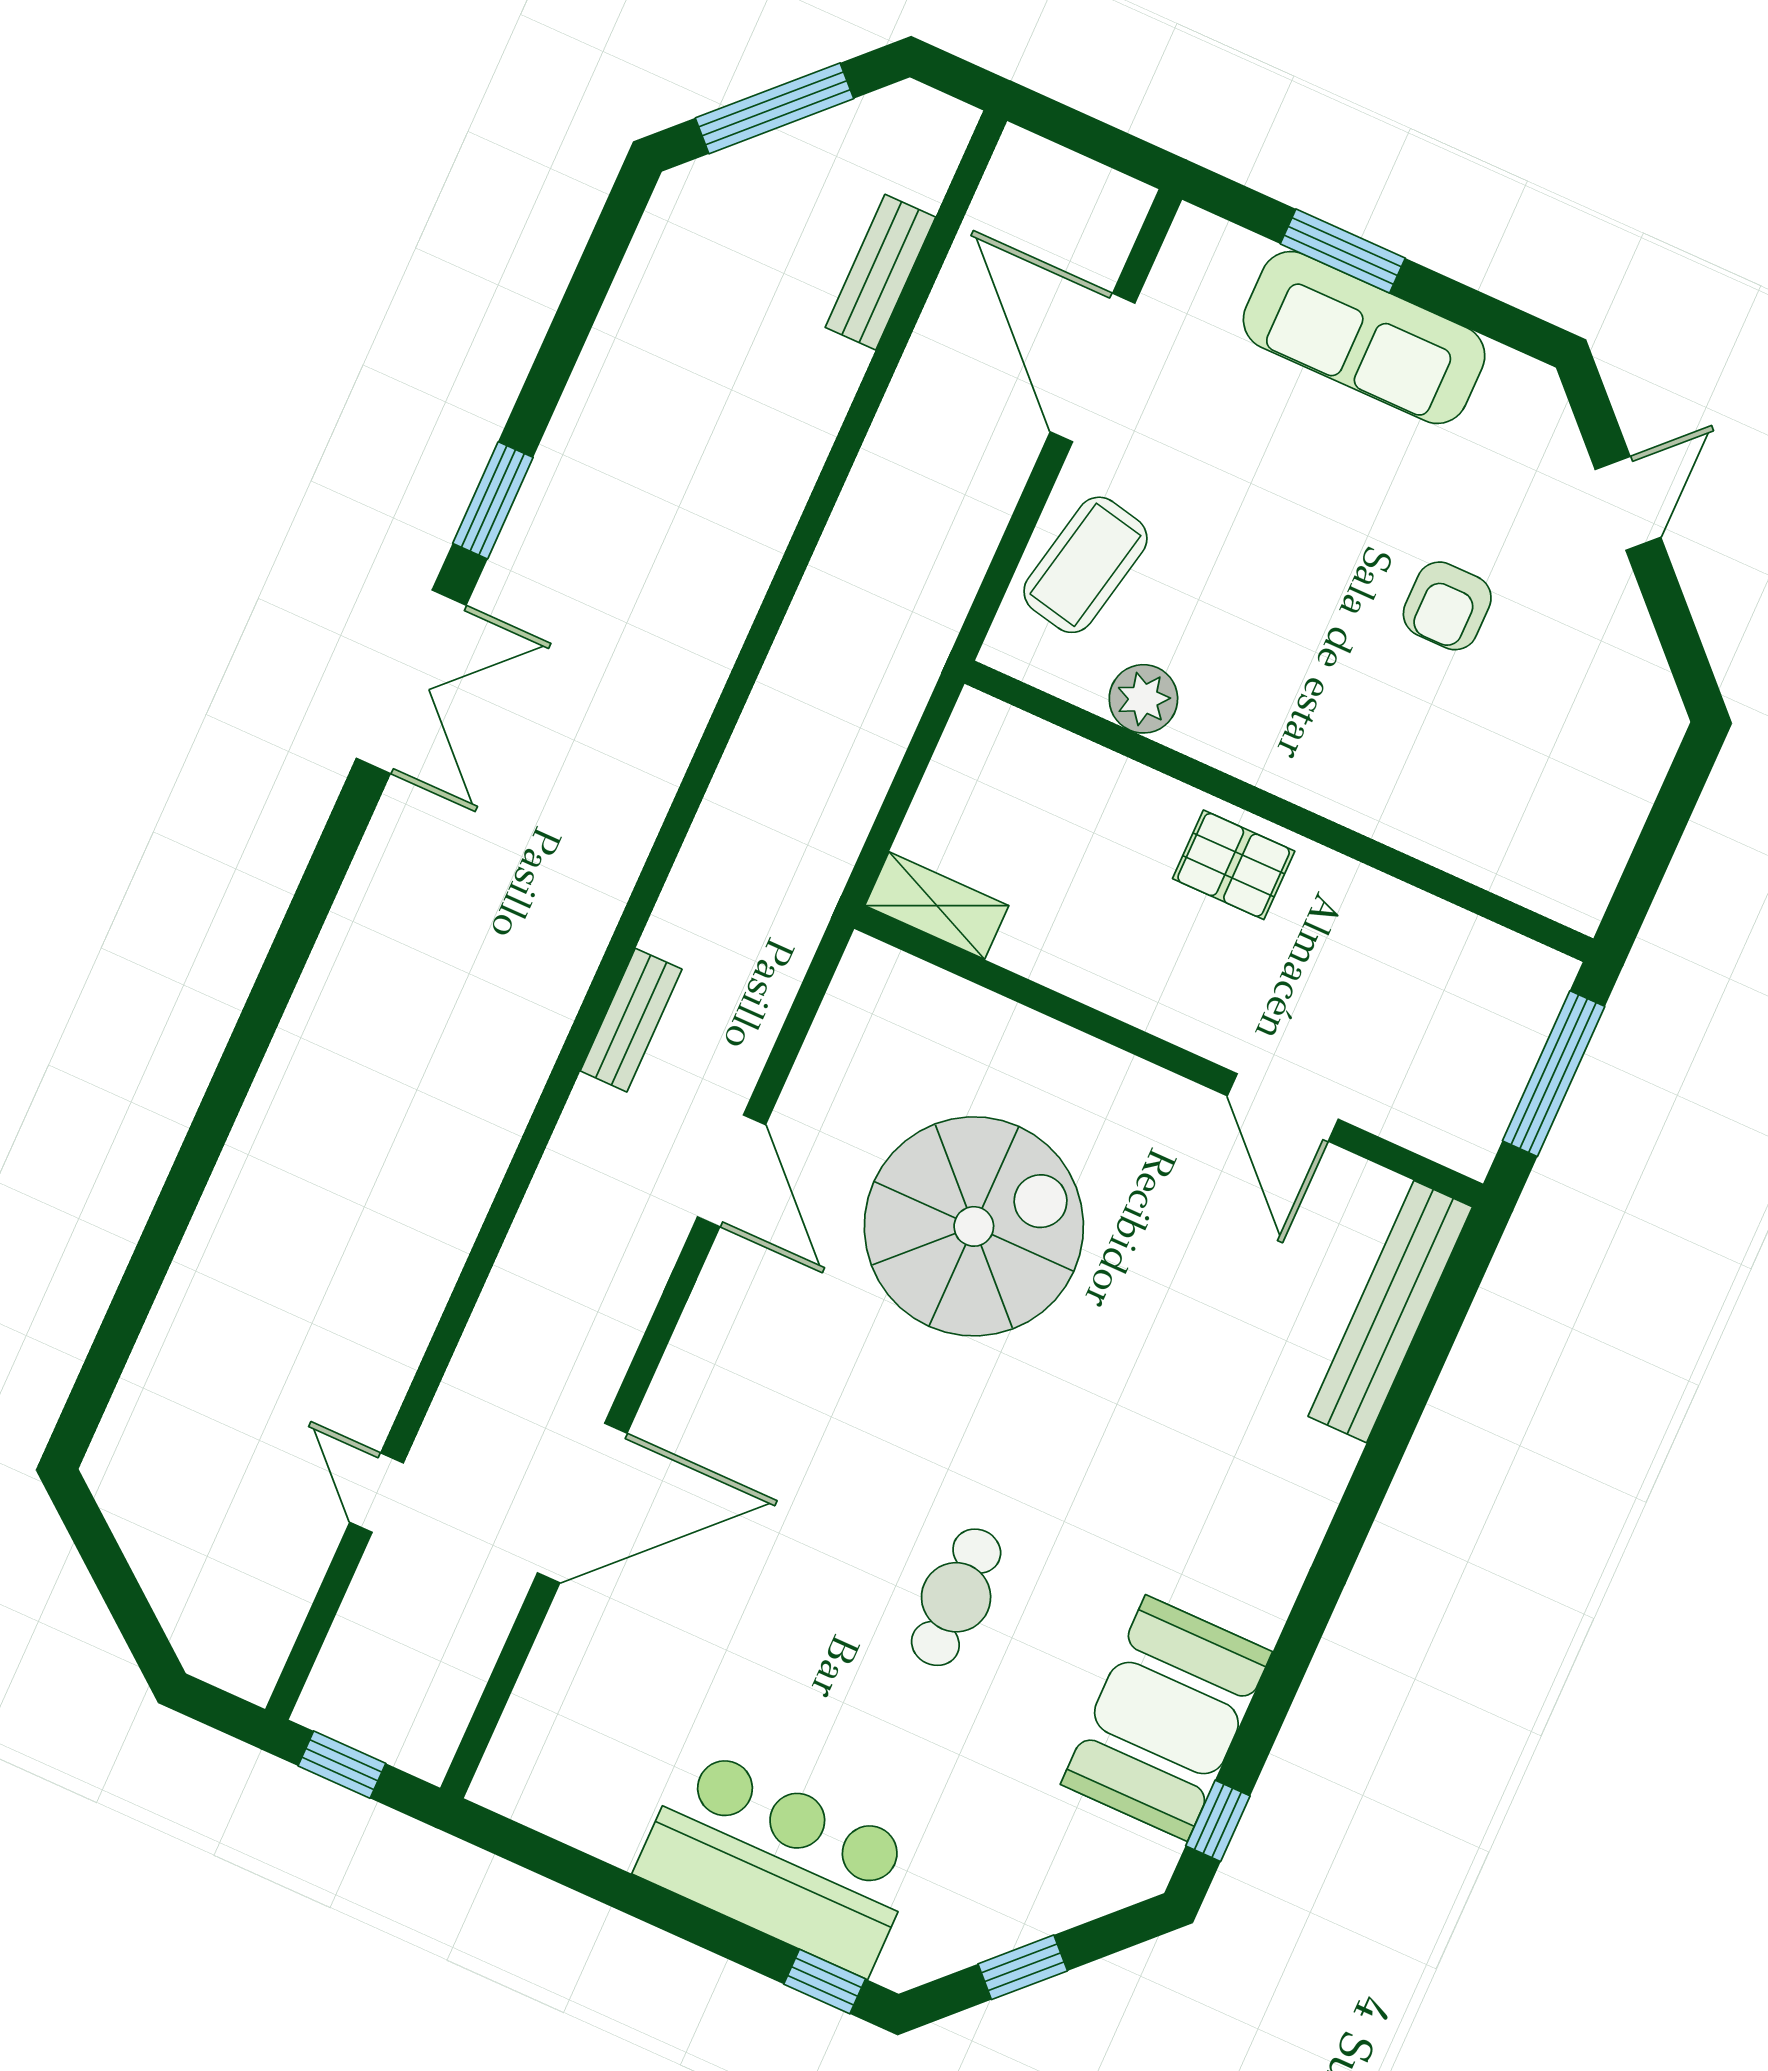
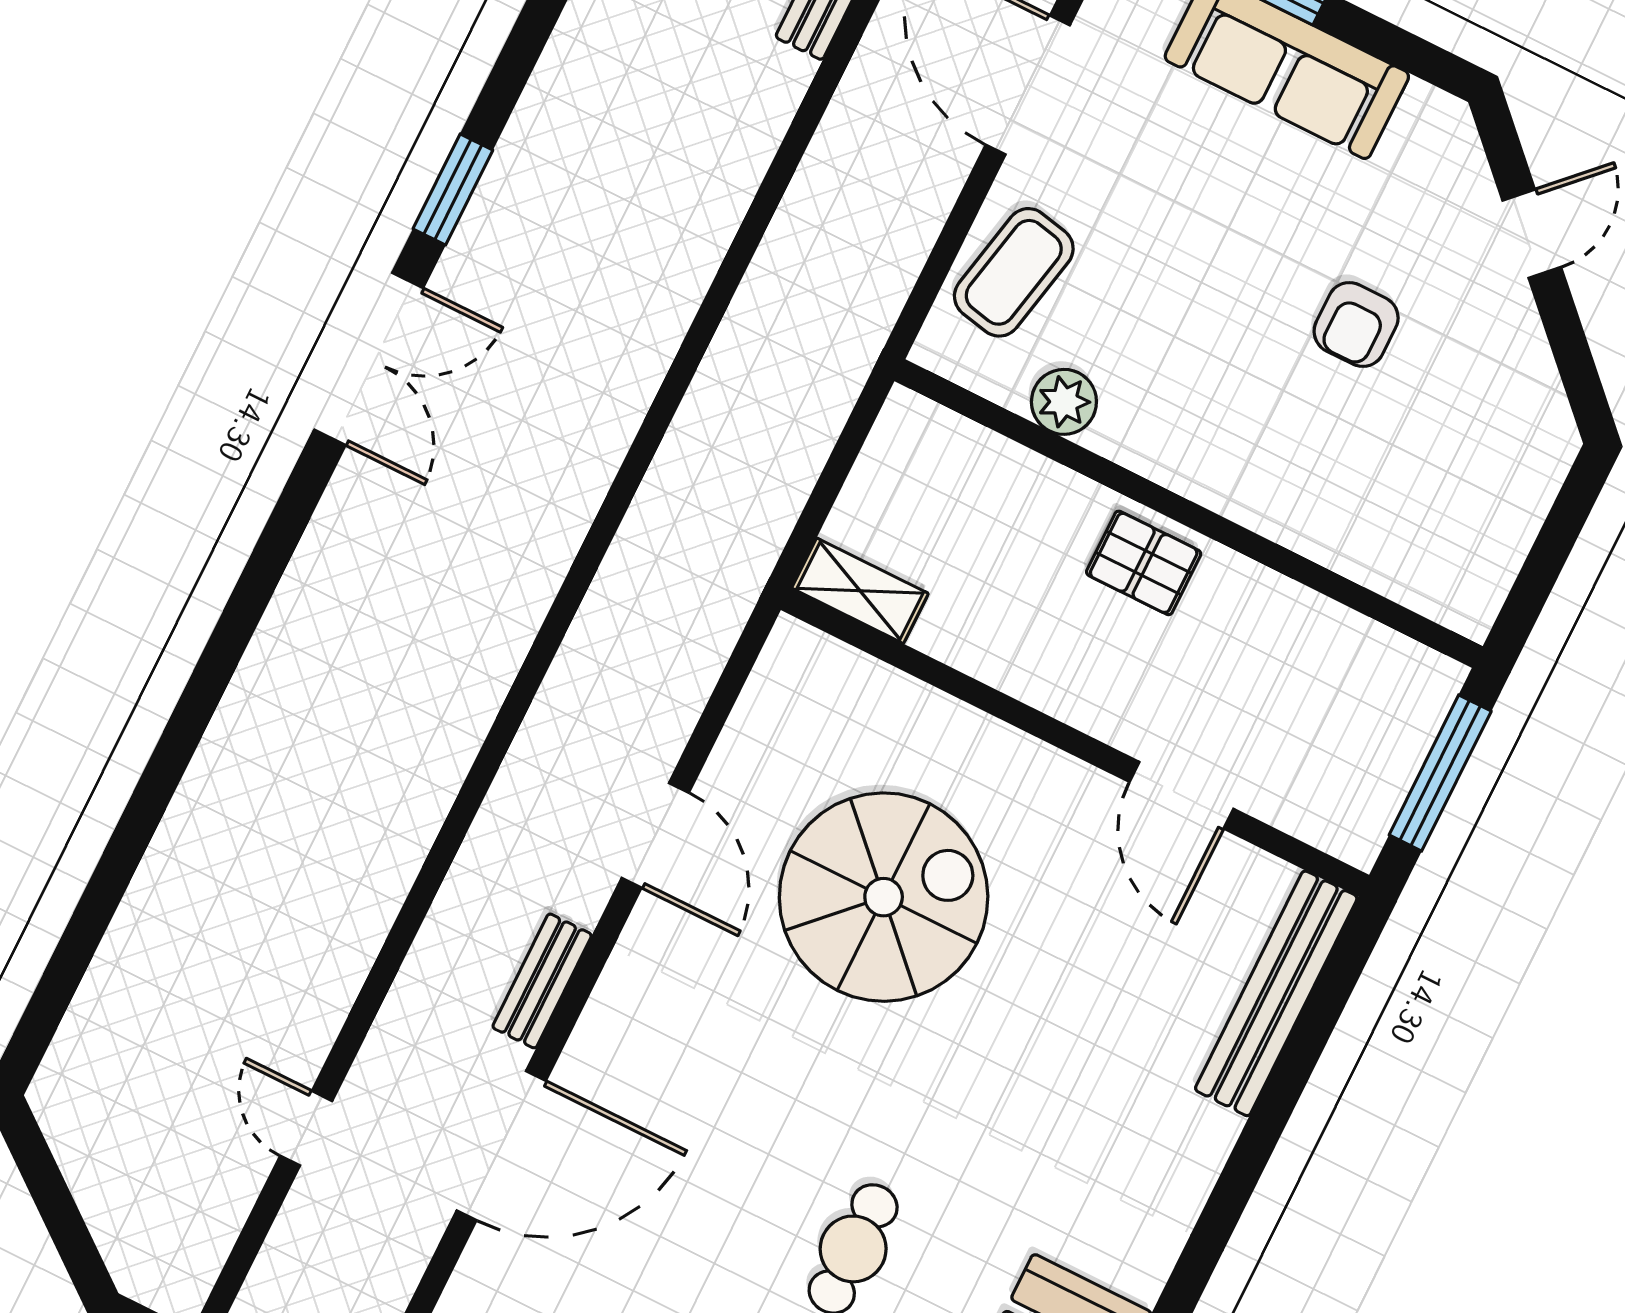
bench: (631, 1020) -> (542, 981), moved

